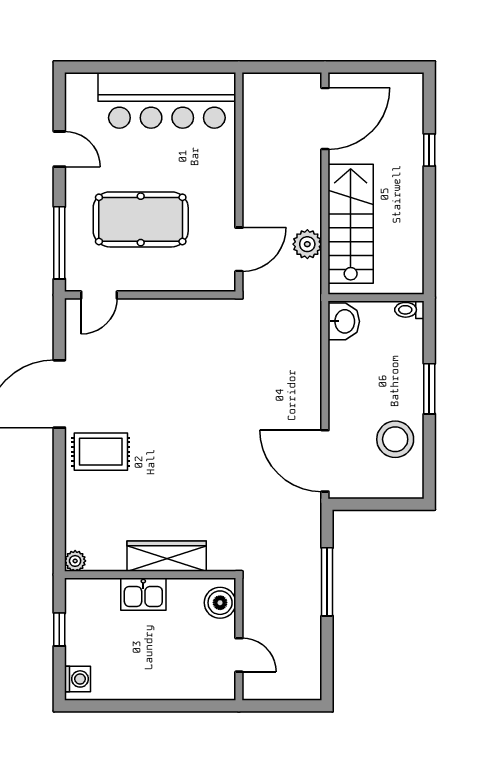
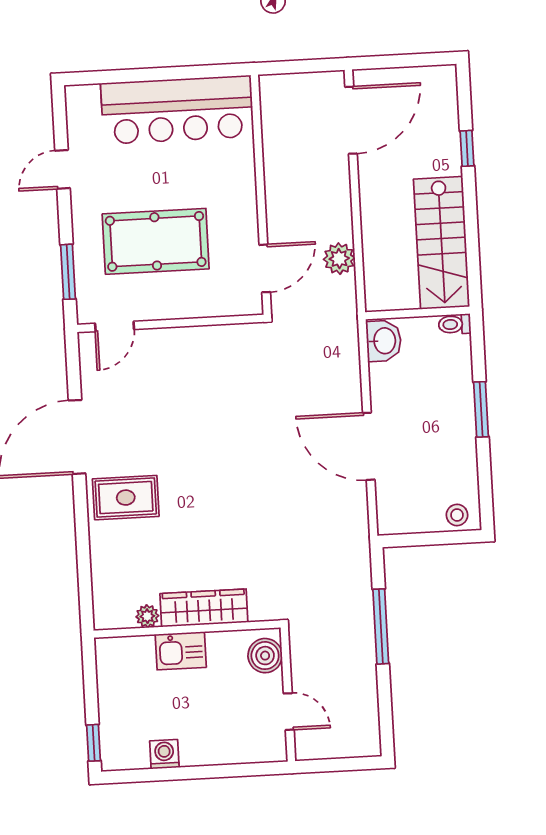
door: (59, 149) -> (63, 169), swing flipped
stairs: (351, 224) -> (442, 243), moved, turned 180
window: (59, 243) -> (68, 272), width x0.69
stool: (395, 439) -> (457, 515), moved, width x0.53, depth x0.53
door: (325, 461) -> (369, 446), moved
plant: (75, 561) -> (147, 616), moved
window: (59, 629) -> (94, 743), moved
washing machine: (77, 679) -> (164, 754), moved, turned -90

